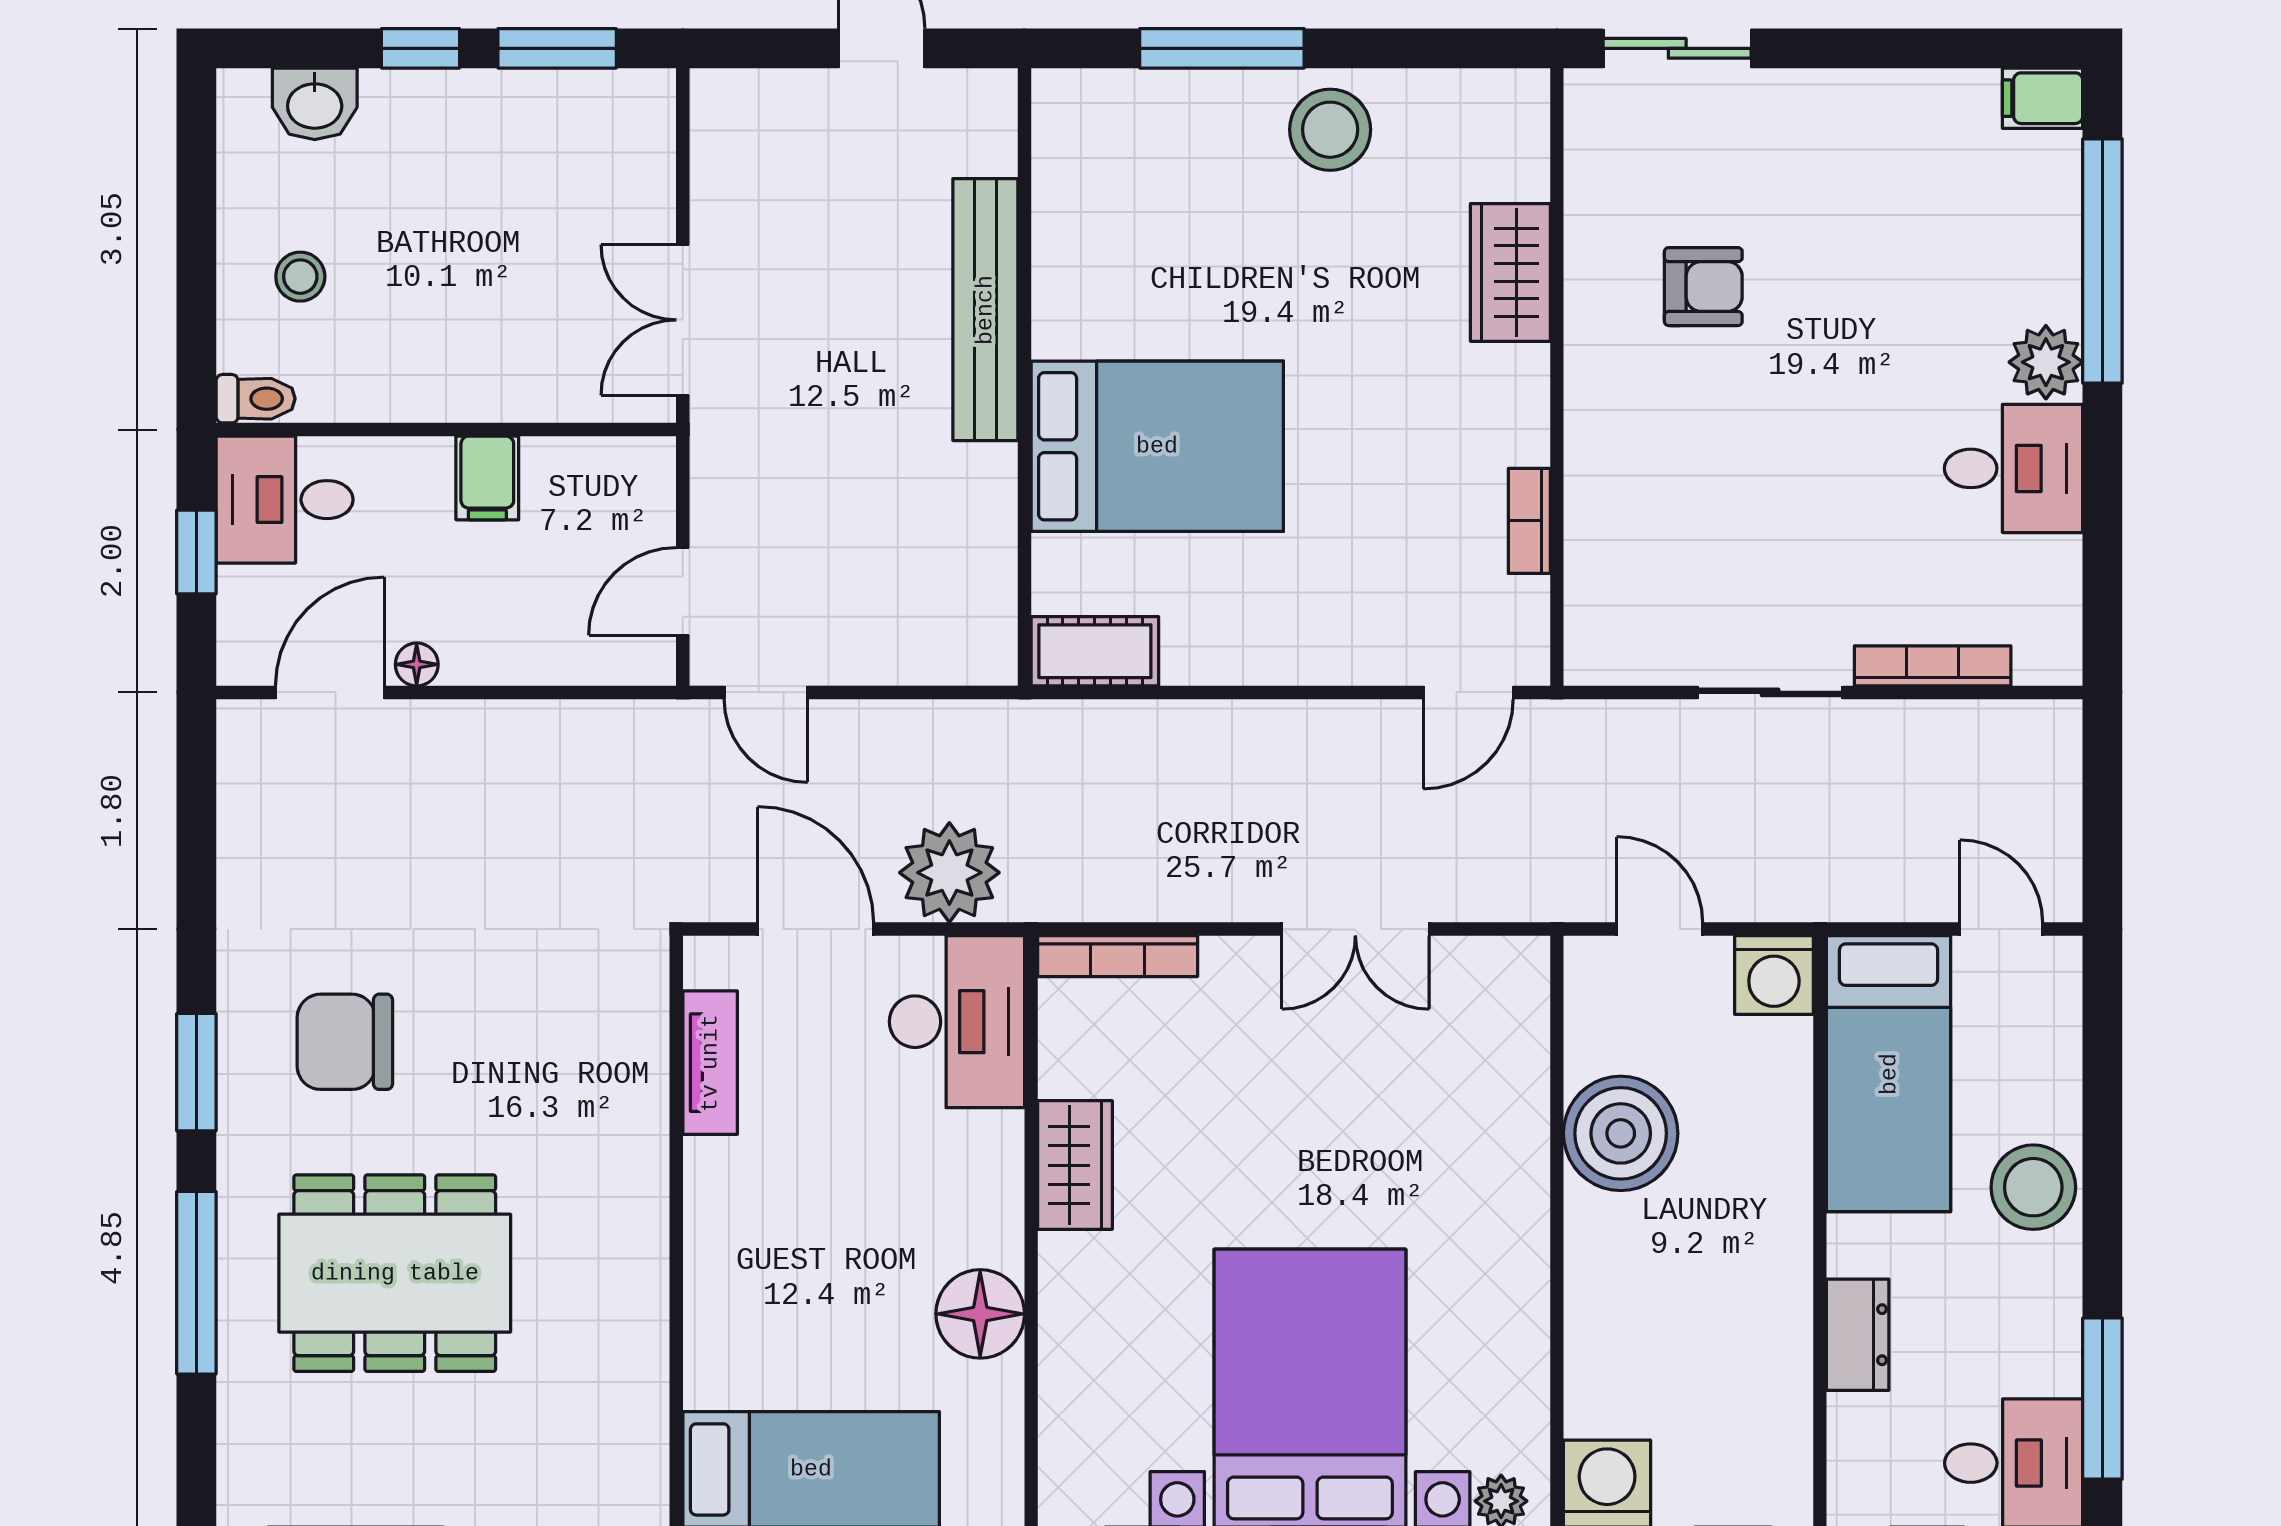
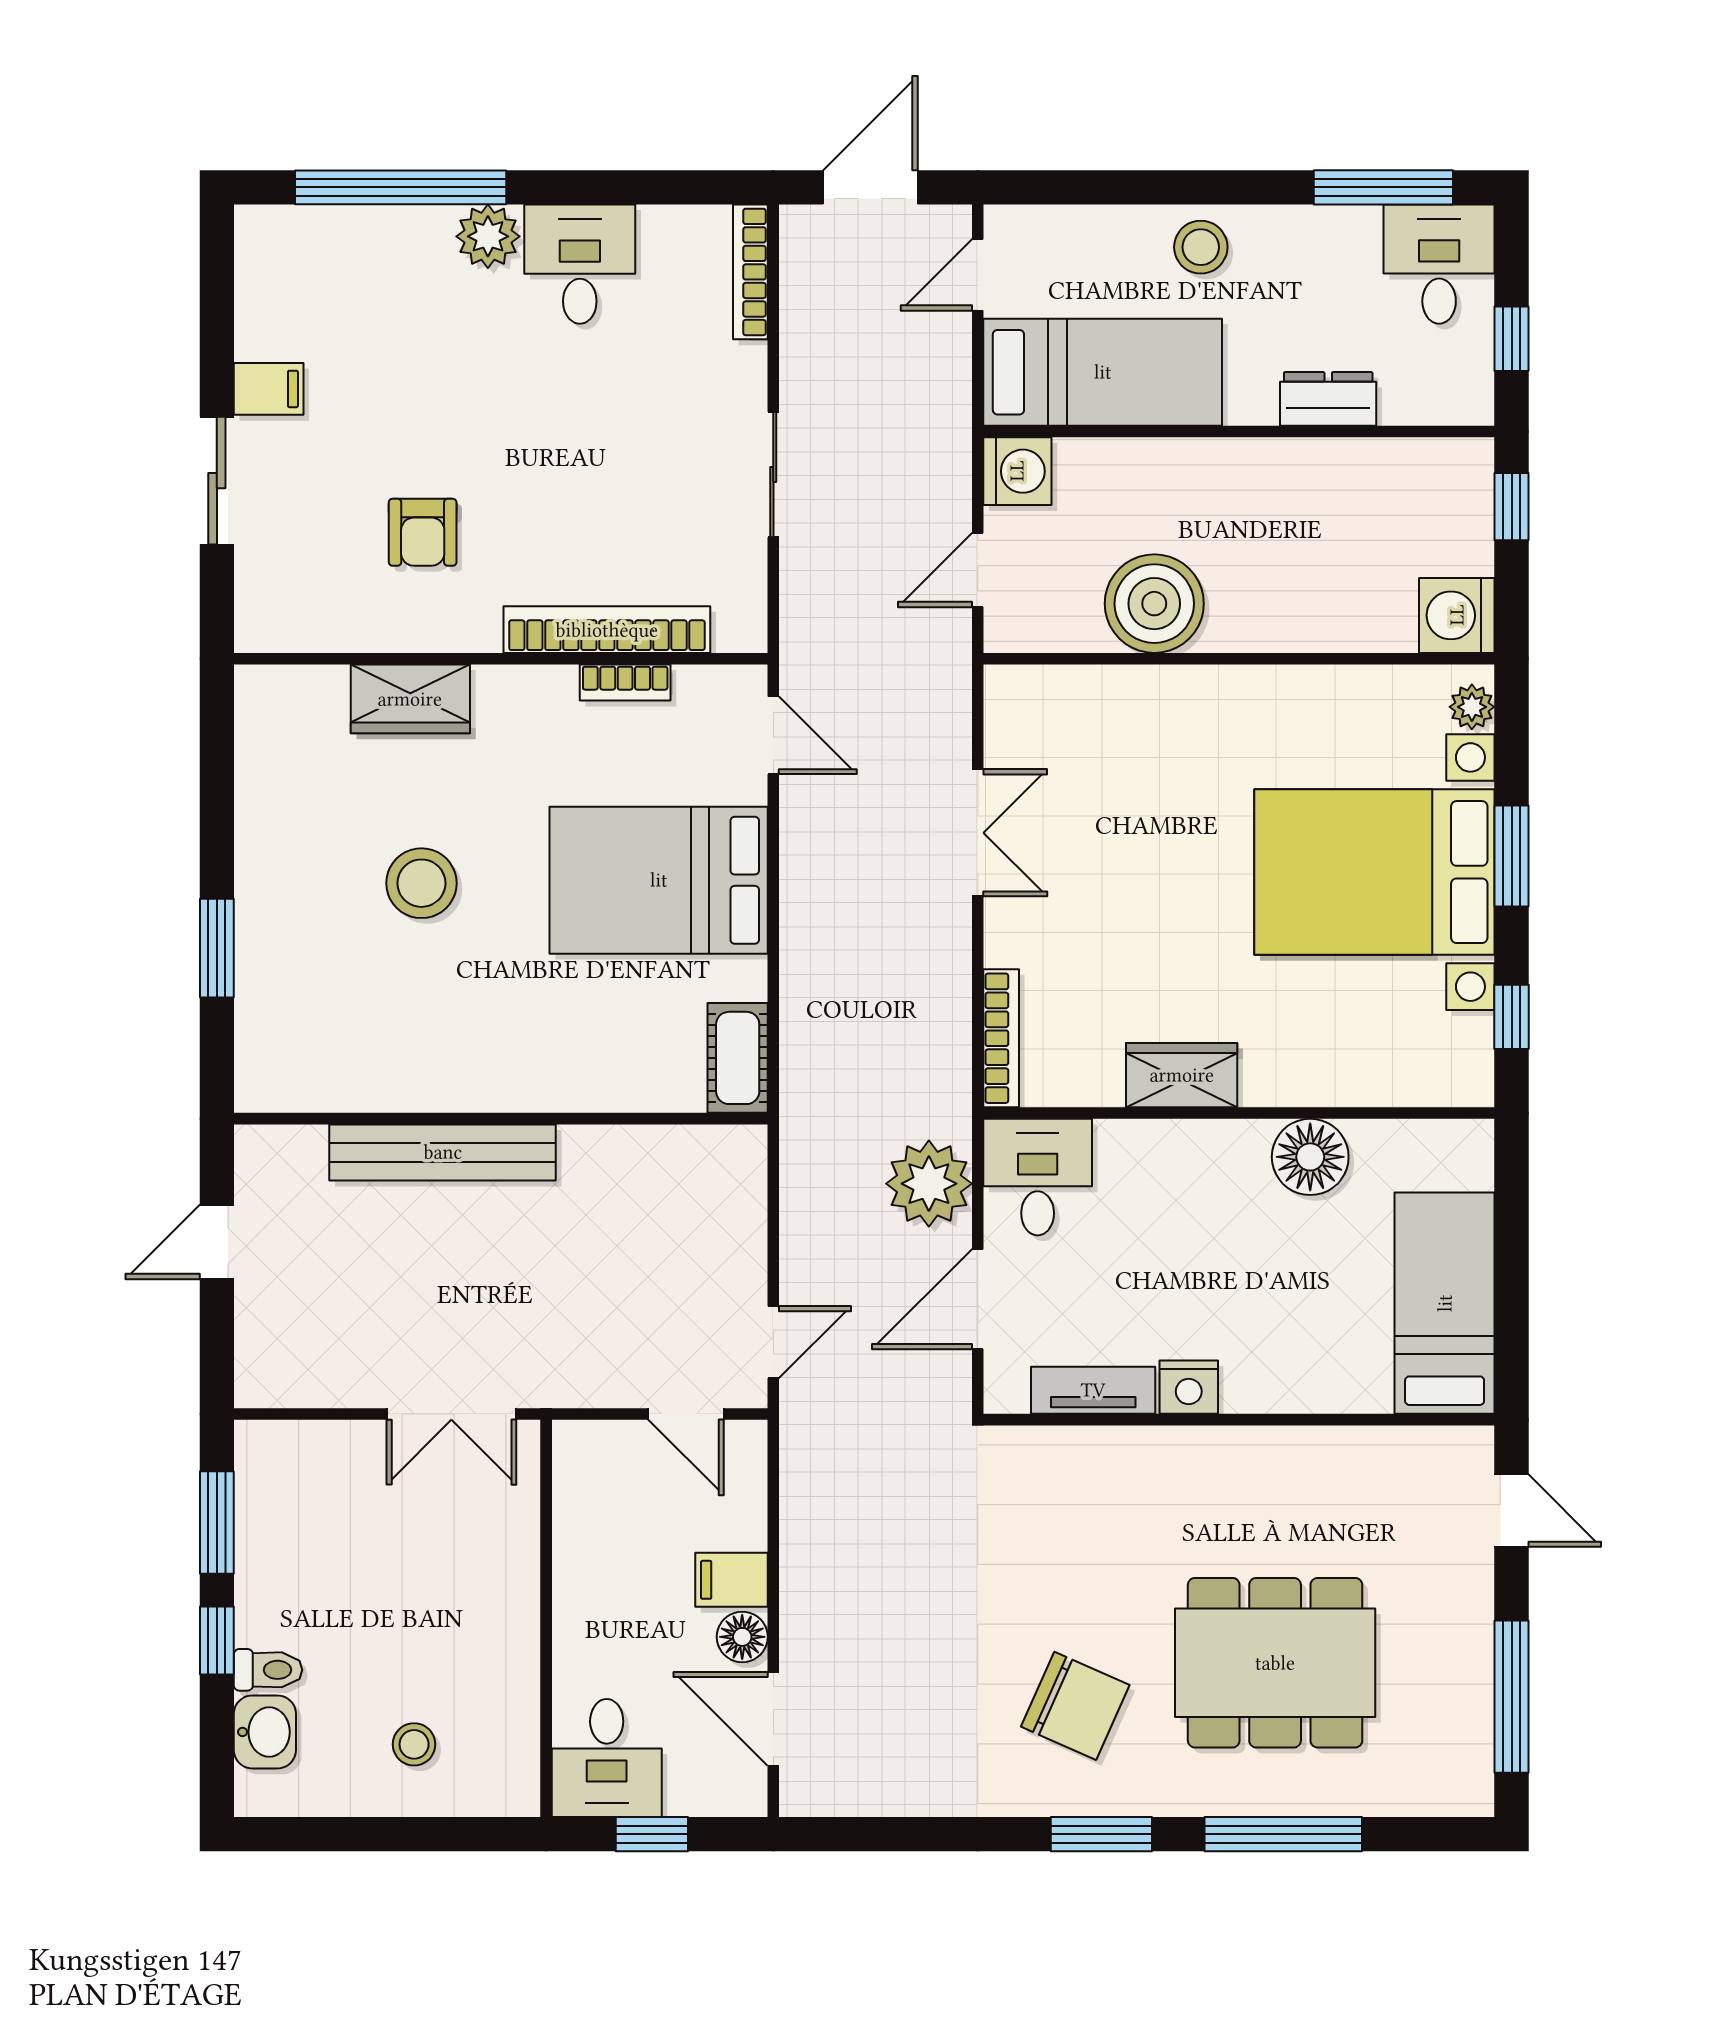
window: (1222, 48) -> (217, 948), width x0.69
sliding door: (1677, 48) -> (217, 481), moved
filing cabinet: (2043, 98) -> (269, 389), moved, turned -90
stool: (1330, 130) -> (421, 883), moved
armchair: (1703, 287) -> (423, 532), turned 180
toilet: (256, 399) -> (268, 1670), moved, turned 90
bed: (1157, 446) -> (659, 880), moved, turned -90
filing cabinet: (487, 478) -> (731, 1580), moved, turned 180
bookcase: (1591, 500) -> (607, 630), added
floor lamp: (417, 664) -> (742, 1637), width x1.37, depth x1.37
bookcase: (1933, 666) -> (750, 272), moved
door: (2102, 805) -> (870, 187), added
desk: (957, 1022) -> (1038, 1177), width x0.73
chair: (345, 1042) -> (1075, 1706), turned -66
nightstand: (714, 1173) -> (1189, 1387), added
stool: (2033, 1187) -> (1201, 247), width x0.73, depth x0.73
dining table: (395, 1273) -> (1275, 1663), turned 90

